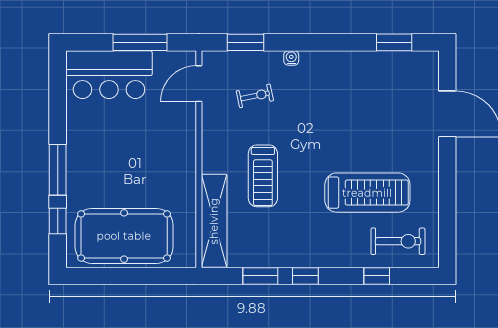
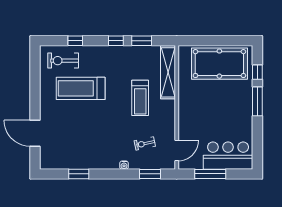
window: (394, 42) -> (79, 174), moved
treadmill: (263, 176) -> (140, 98), turned 180

